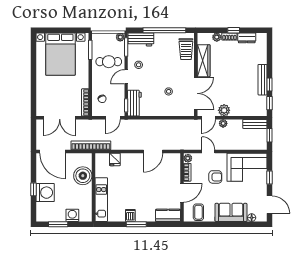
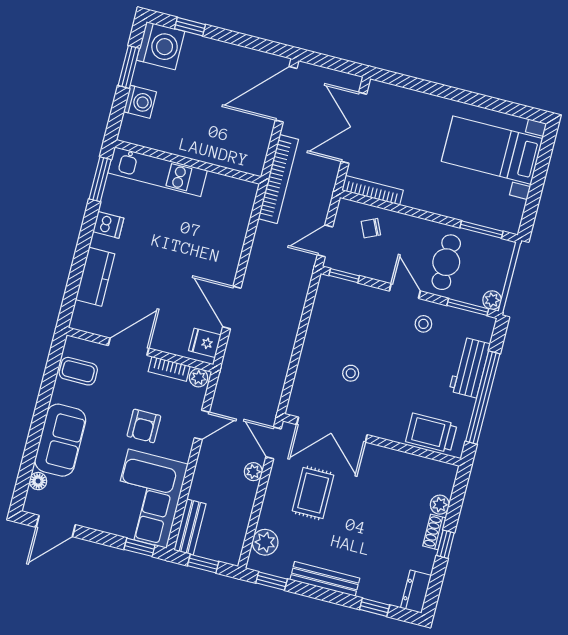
dresser: (247, 38) -> (416, 592), moved
workbench: (141, 39) -> (470, 367), moved
bed with nightstands: (60, 54) -> (492, 150), width x0.73
wardrobe: (204, 61) -> (397, 464), removed
window: (269, 85) -> (375, 607), moved
rug: (226, 95) -> (313, 493), added
workbench: (134, 103) -> (344, 294), removed
plant: (224, 110) -> (265, 542), moved
door: (113, 118) -> (325, 241), hinge flipped
bench: (255, 124) -> (190, 527), moved
fridge: (115, 159) -> (205, 343), moved
boiler: (83, 176) -> (218, 146), removed
window: (269, 177) -> (139, 547), moved
window: (33, 189) -> (190, 27), moved
washing machine: (45, 193) -> (161, 46), moved, turned -90
door: (182, 193) -> (129, 347), swing flipped
kitchen counter: (168, 215) -> (95, 277), moved
window: (136, 224) -> (100, 179), moved

